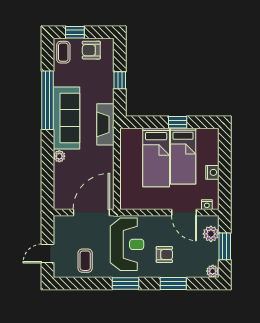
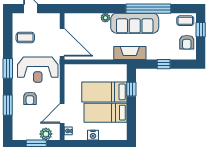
armchair: (91, 50) -> (187, 42), turned 180
window: (178, 122) -> (131, 89), moved
plant: (213, 271) -> (17, 135), removed

